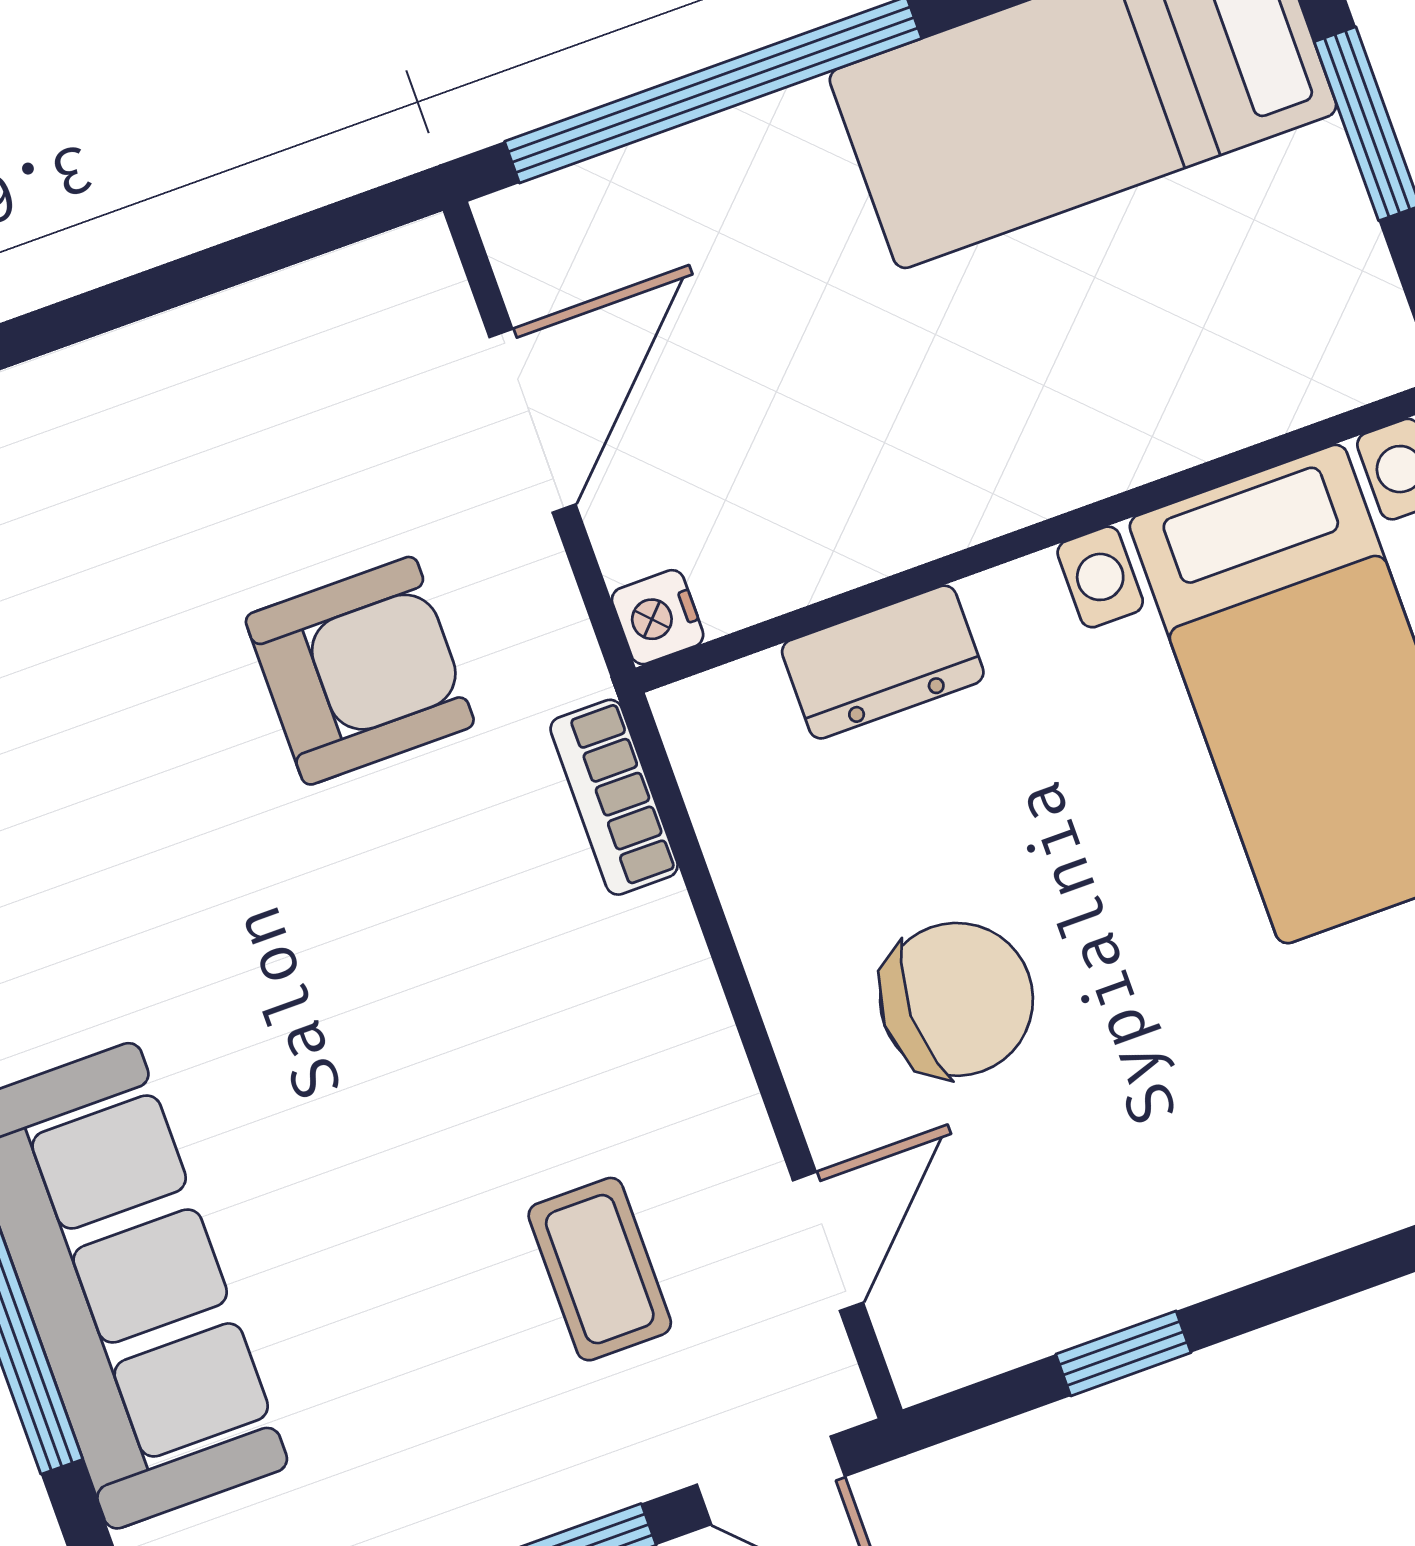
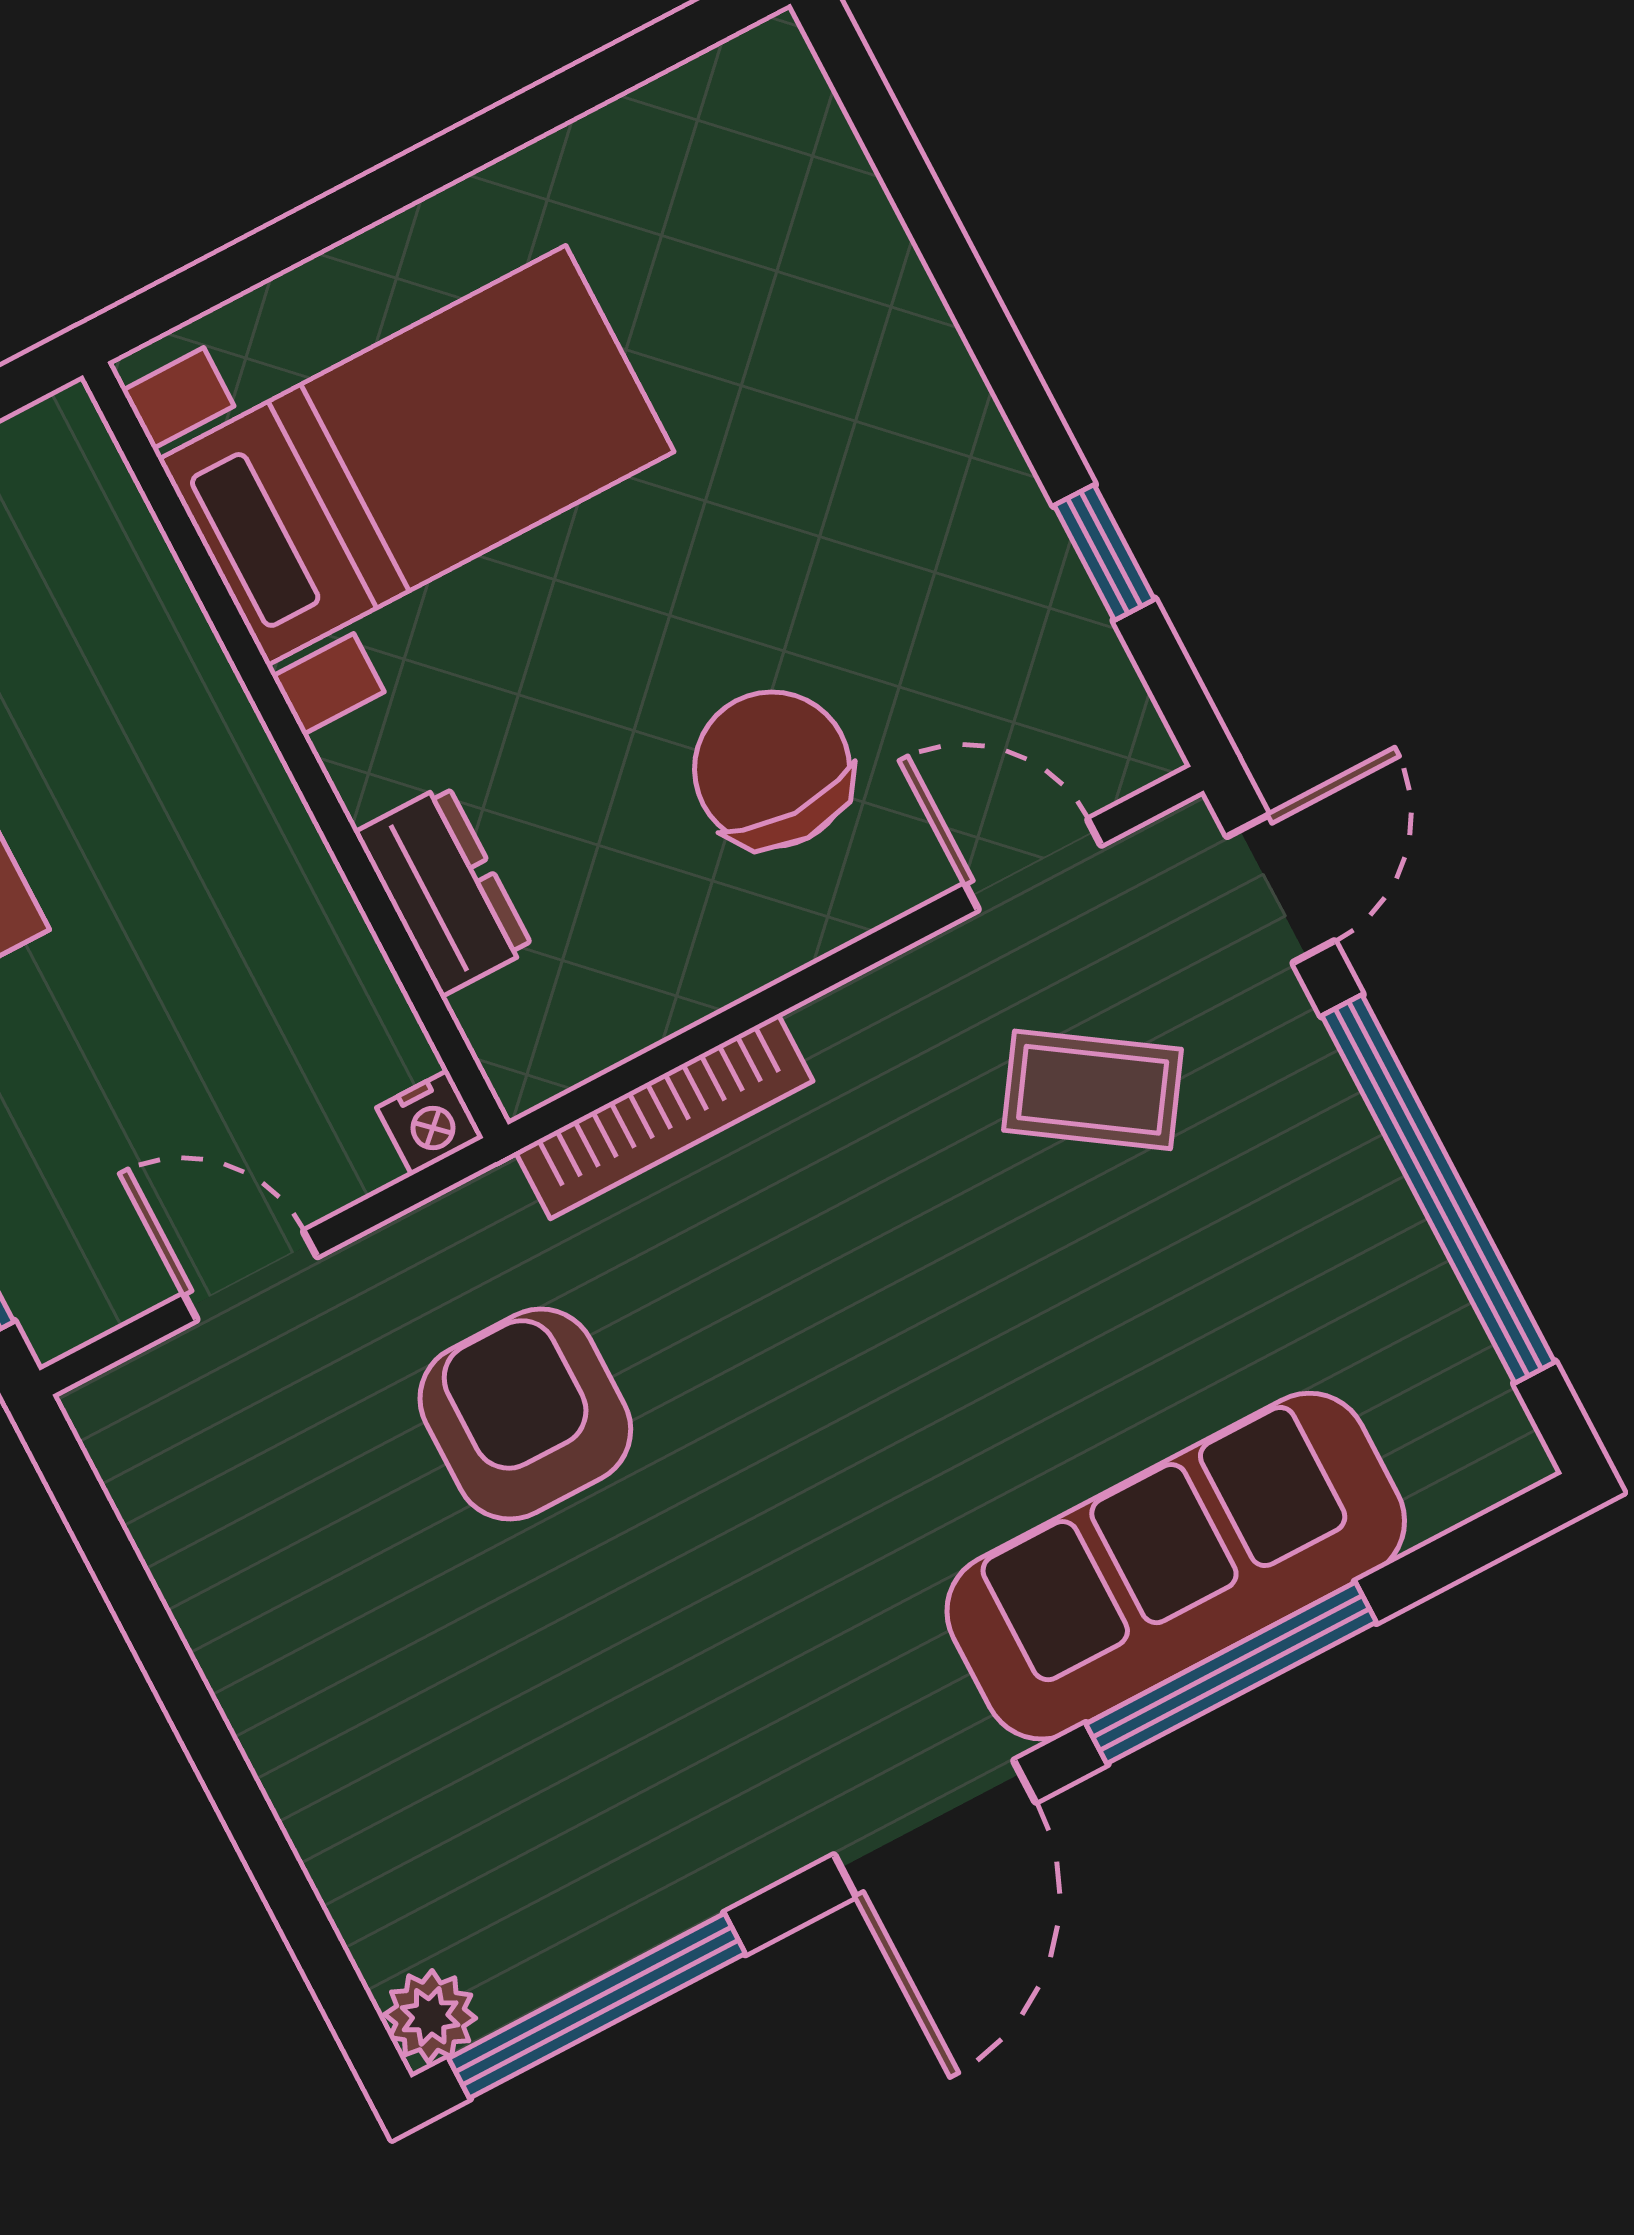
door: (532, 421) -> (250, 1276), width x0.73
bookcase: (614, 797) -> (664, 1116), width x1.56
coffee table: (600, 1269) -> (1093, 1090), turned 34

